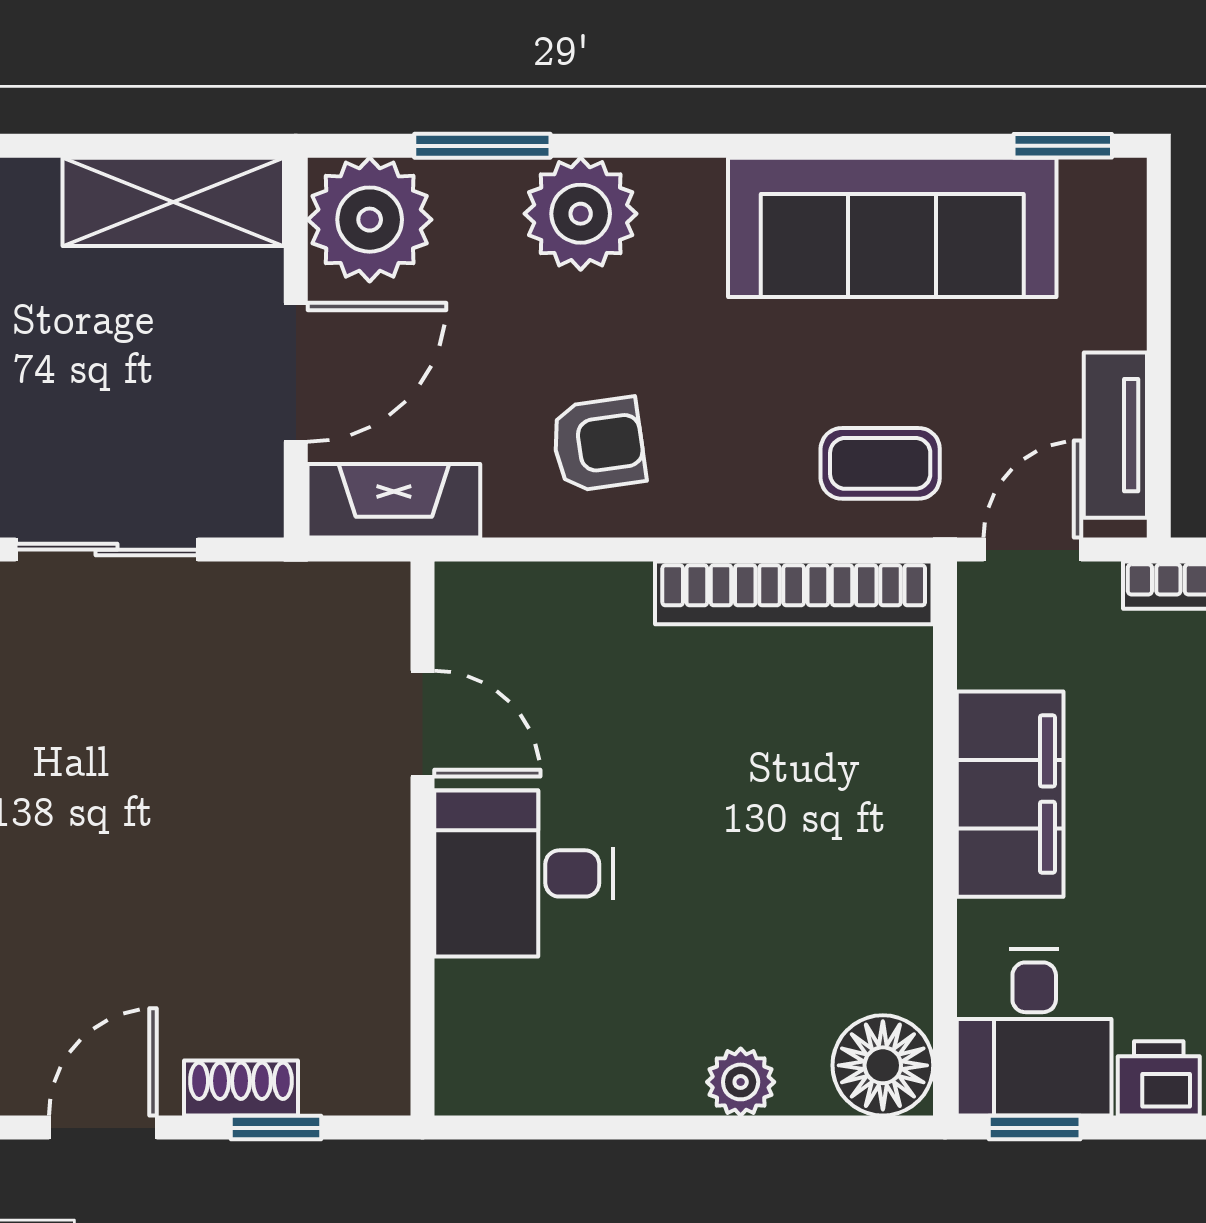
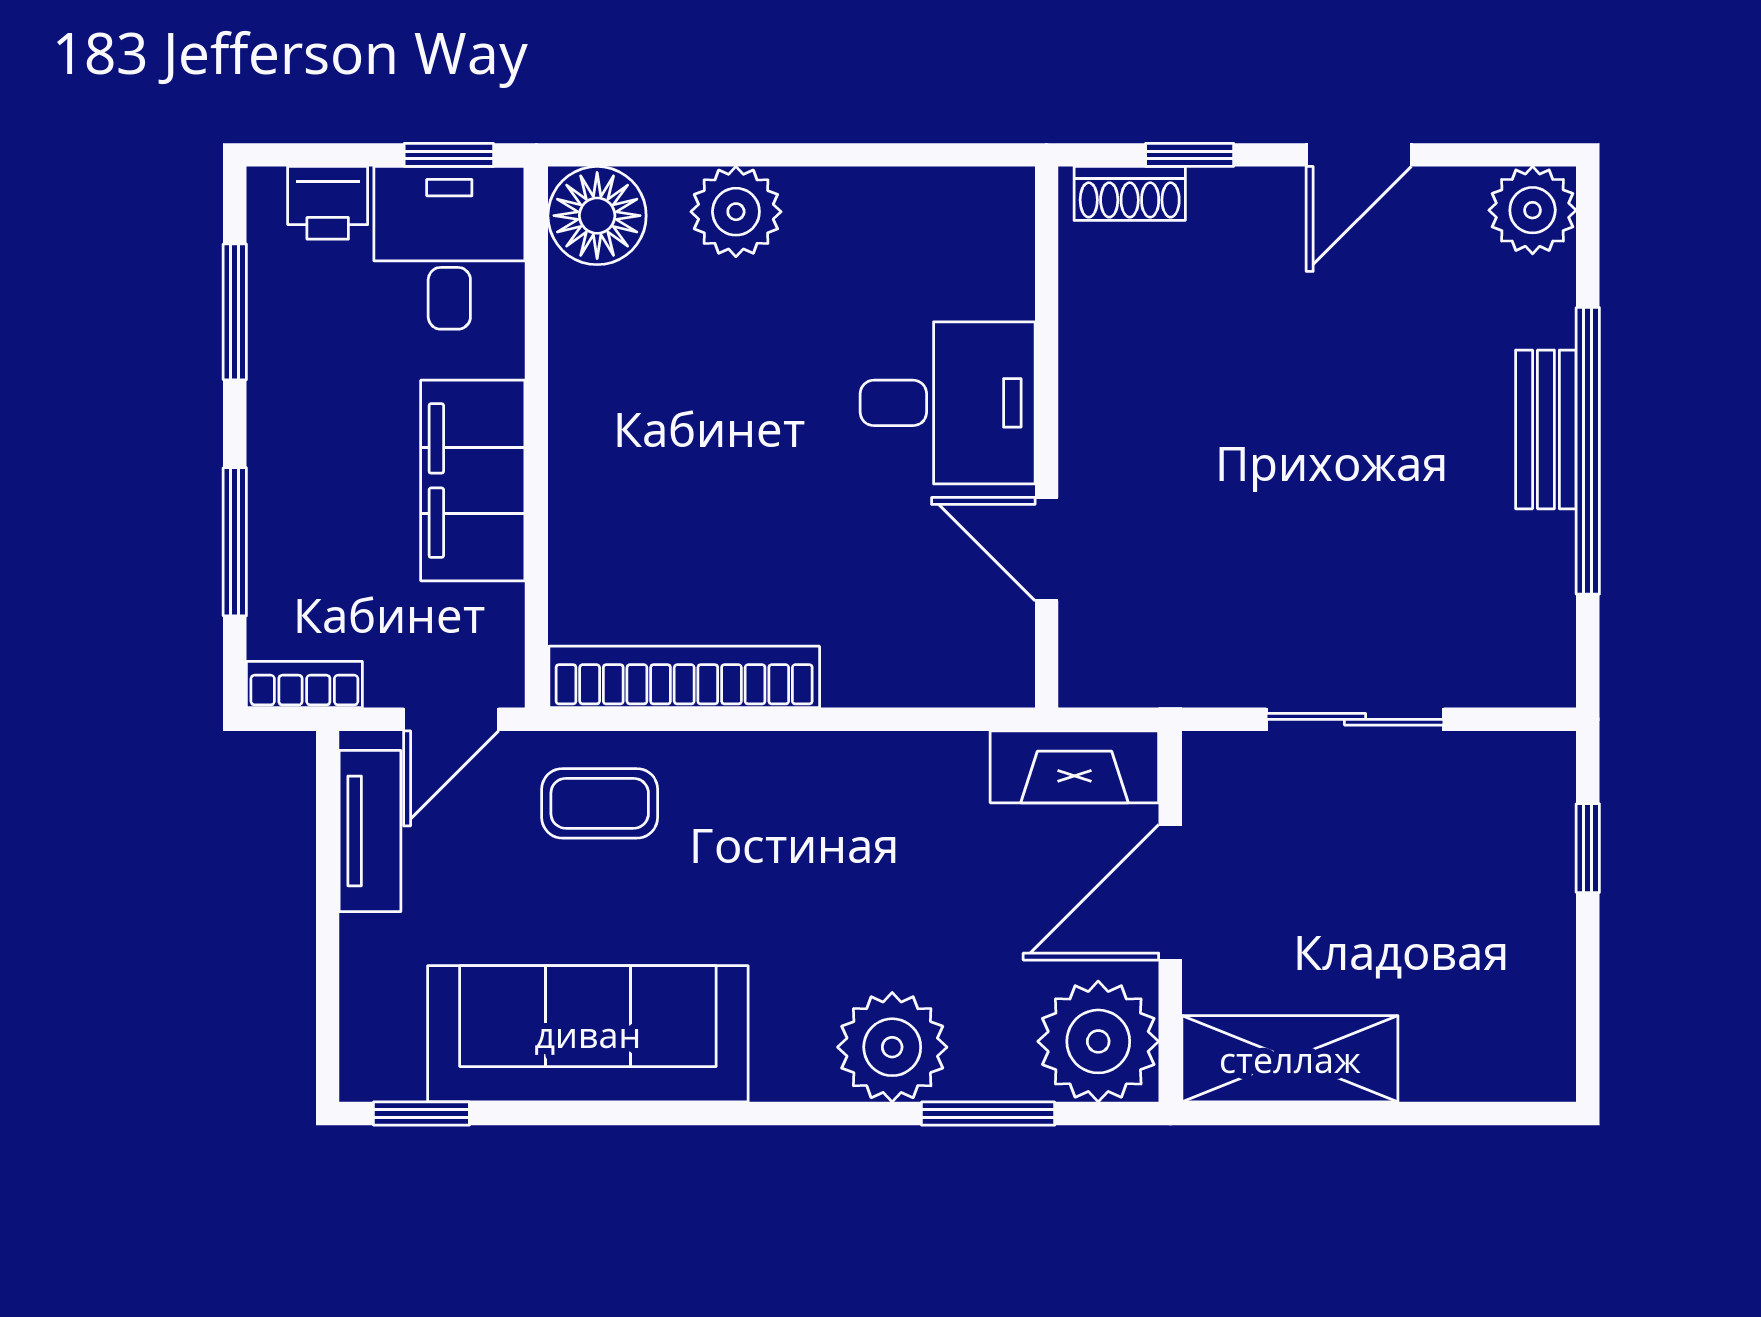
armchair: (598, 444) -> (875, 822), removed
plant: (741, 1082) -> (736, 212), width x1.38, depth x1.38
shoe rack: (241, 1088) -> (1130, 193), moved

